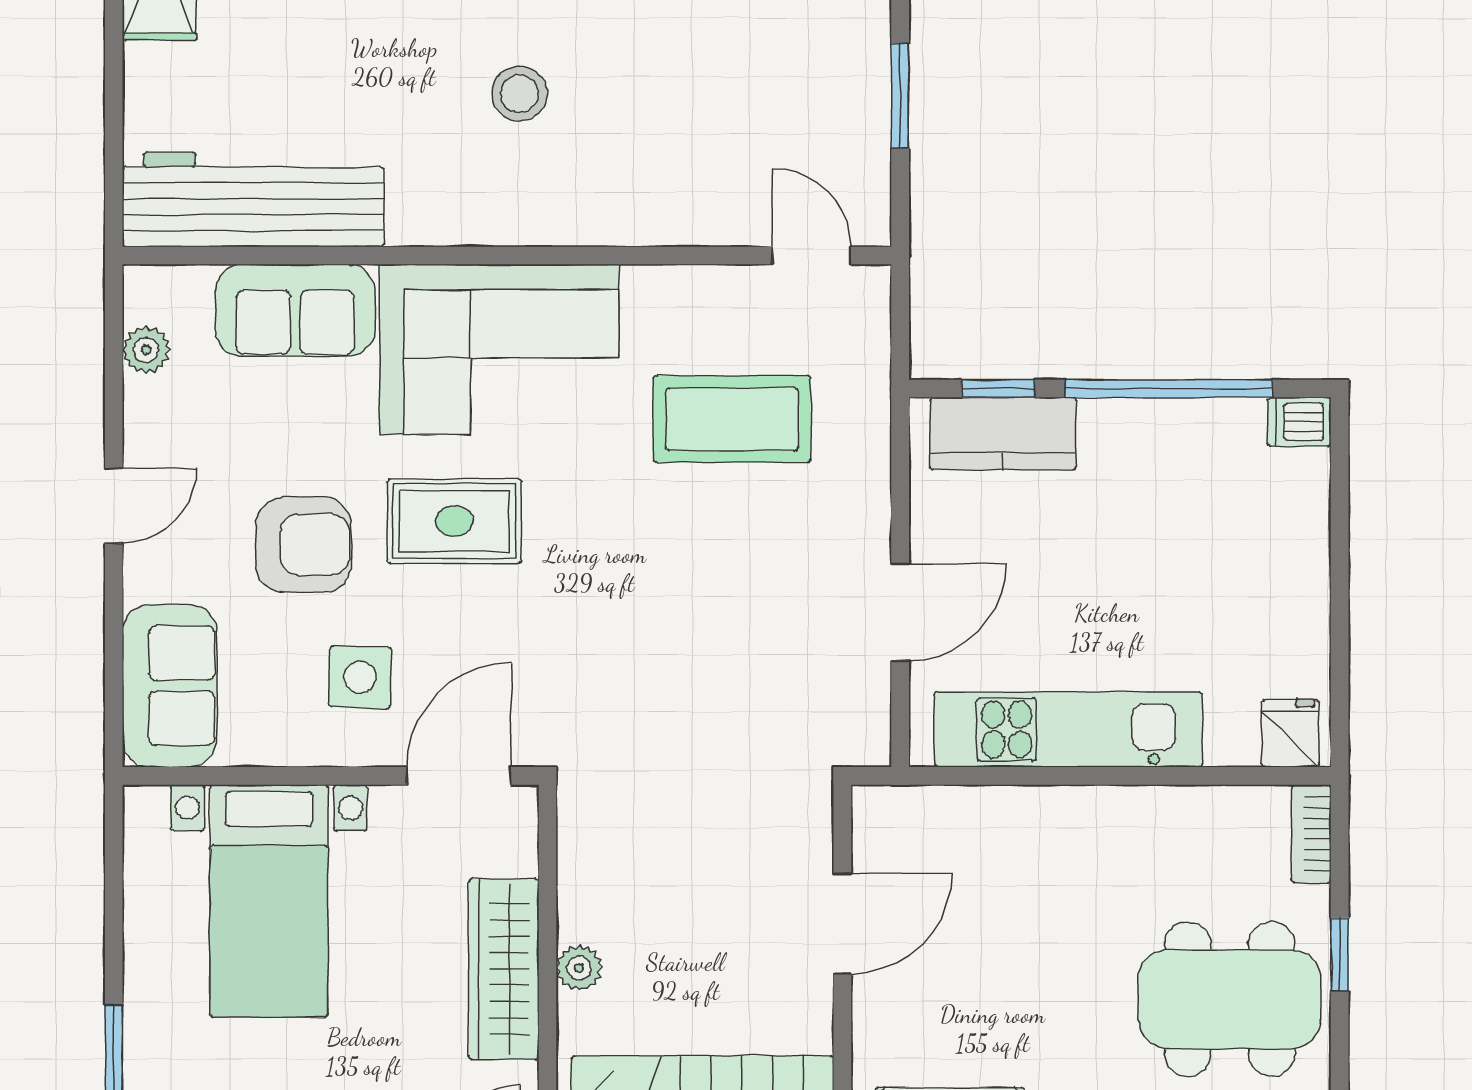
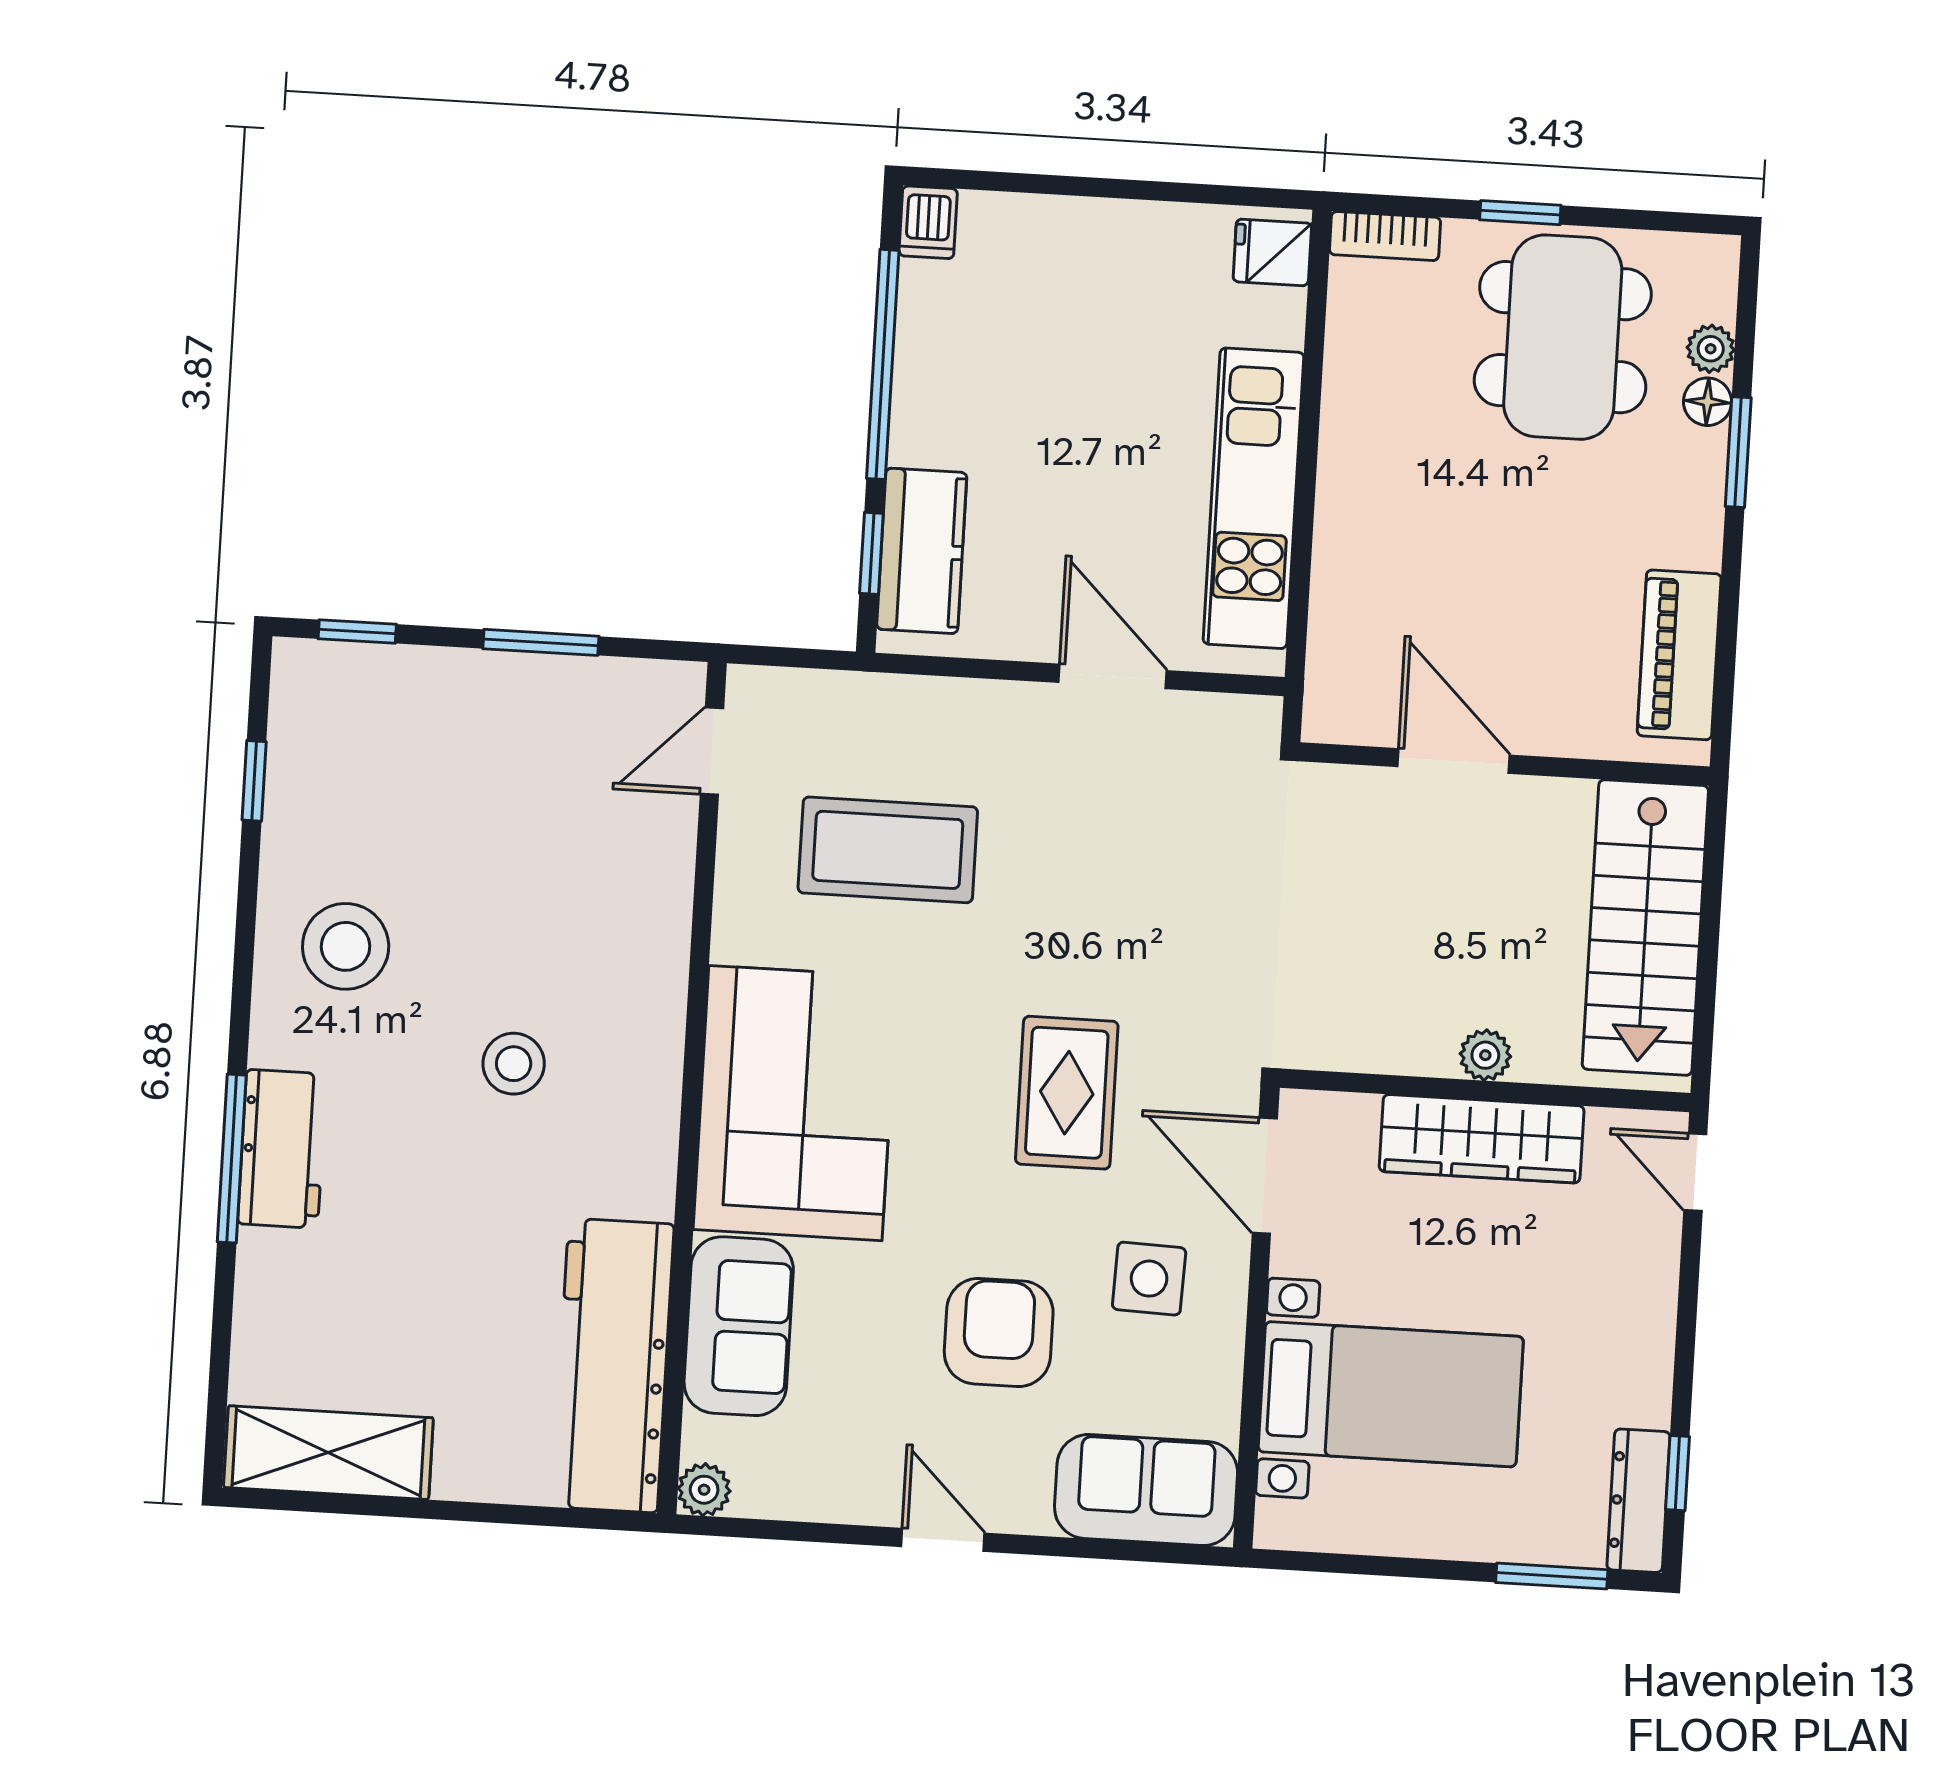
plant: (146, 350) -> (704, 1490), moved
coffee table: (732, 419) -> (888, 850), turned 90
rug: (454, 521) -> (1067, 1093), moved

